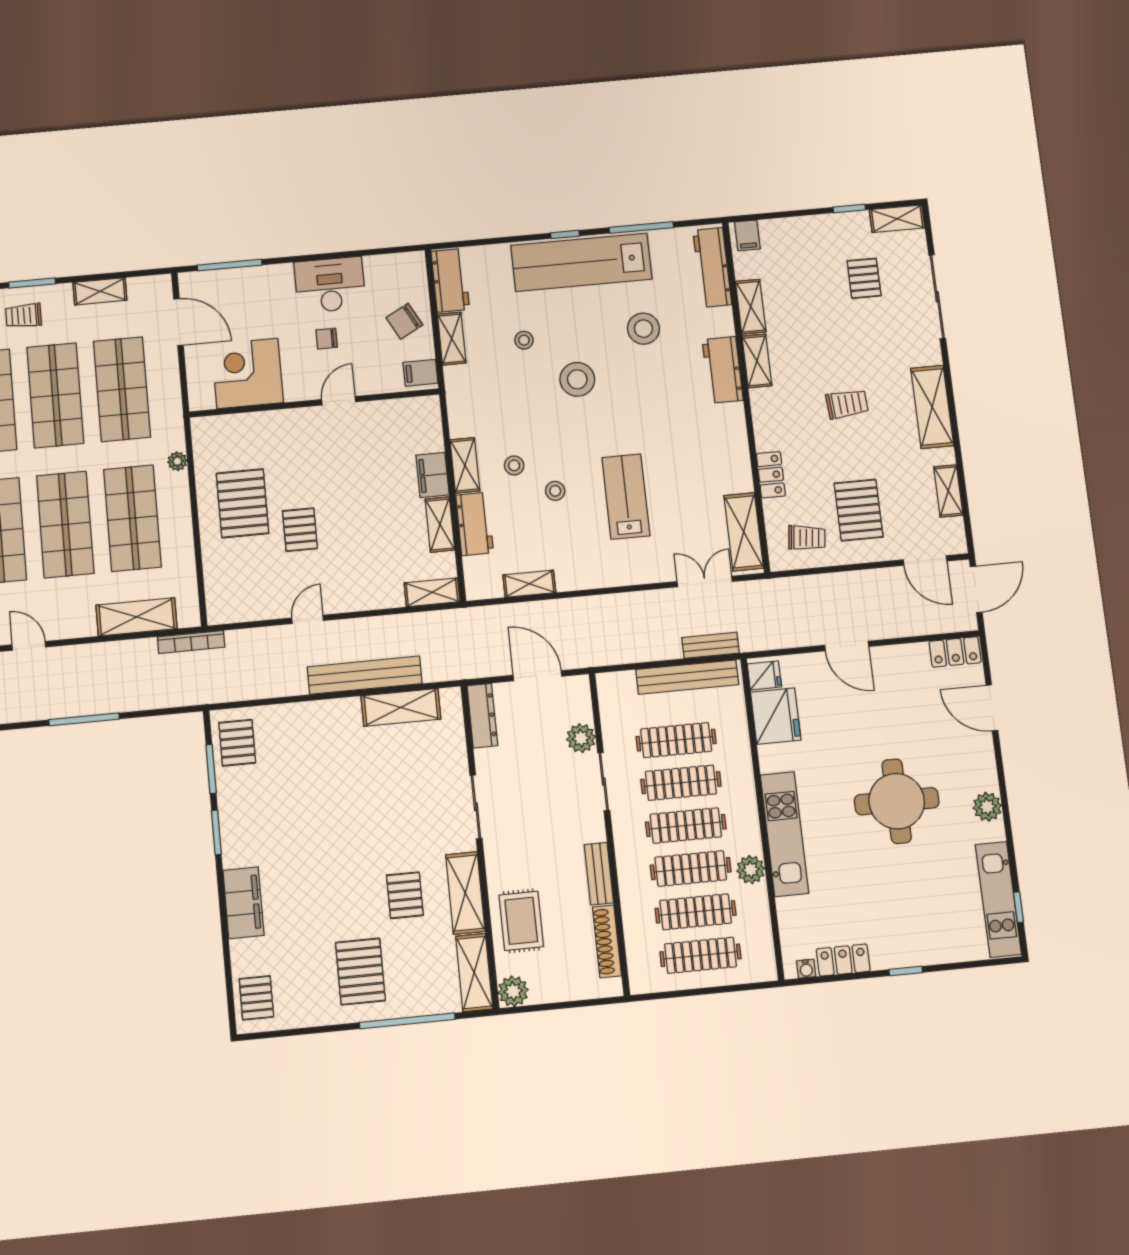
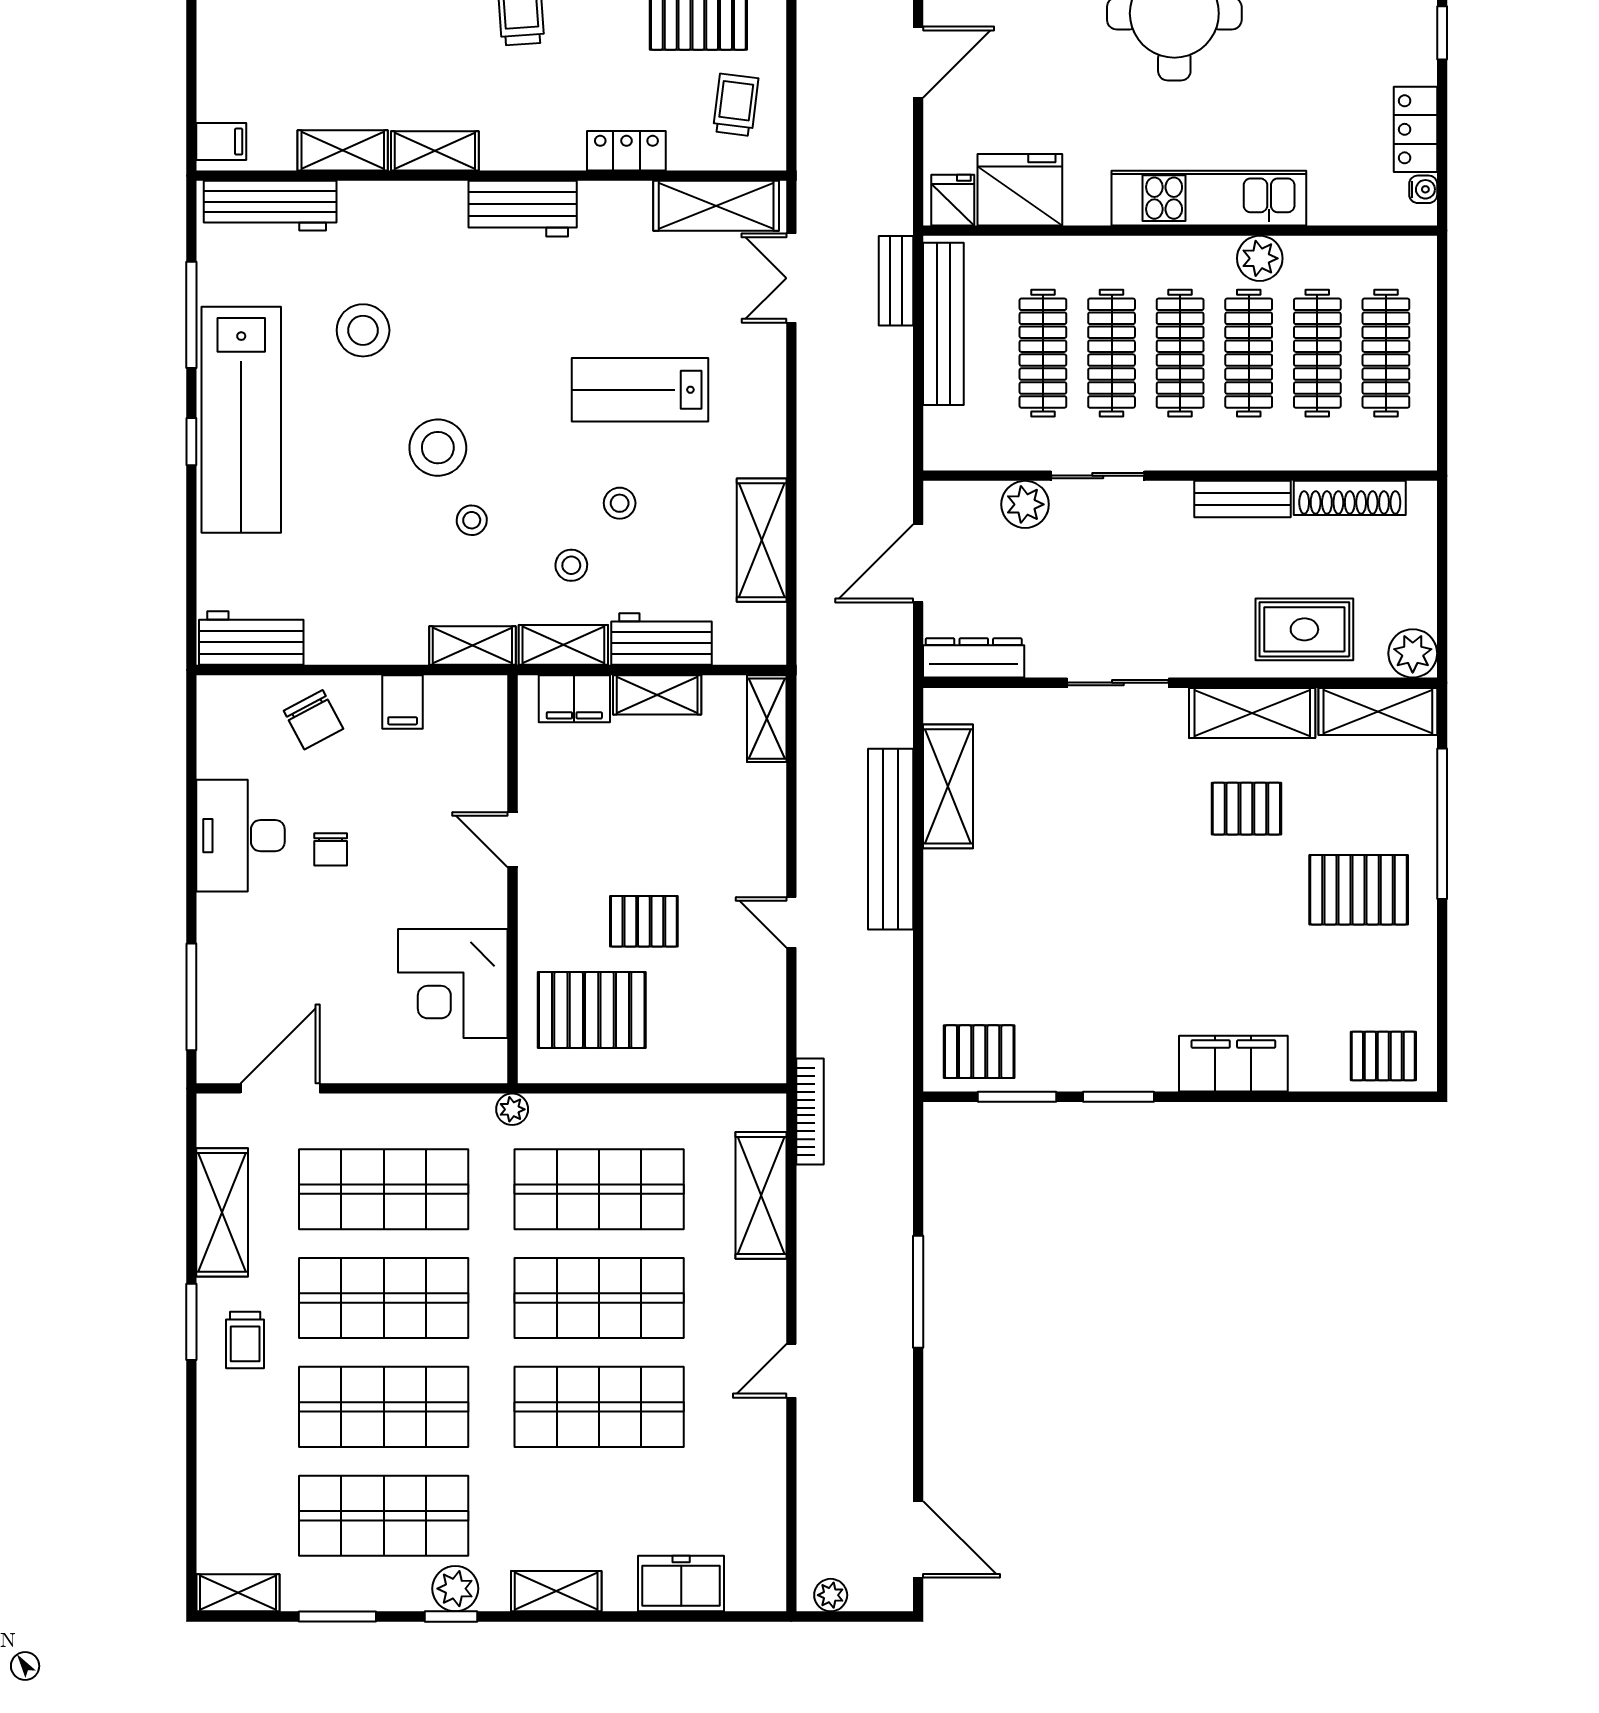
shelving: (100, 291) -> (222, 1212), width x1.50, depth x1.33
shelving: (452, 339) -> (472, 646), moved
stool: (524, 340) -> (472, 520), moved
workbench: (723, 370) -> (523, 209), moved
corner desk: (247, 373) -> (453, 983), moved
door: (339, 401) -> (512, 840), moved
wall: (314, 403) -> (512, 879), moved
shelving: (529, 584) -> (762, 540), width x1.50, depth x1.33

